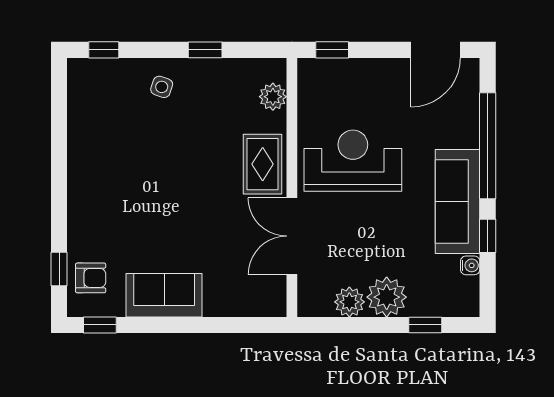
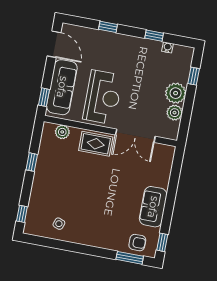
side table: (162, 87) -> (59, 224), moved
window: (488, 146) -> (108, 27), width x0.32
reception desk: (353, 161) -> (103, 97), turned 180
sofa: (458, 202) -> (62, 87), moved, turned -90
window: (59, 269) -> (130, 258), width x1.50
armchair: (91, 278) -> (137, 243), turned 90

